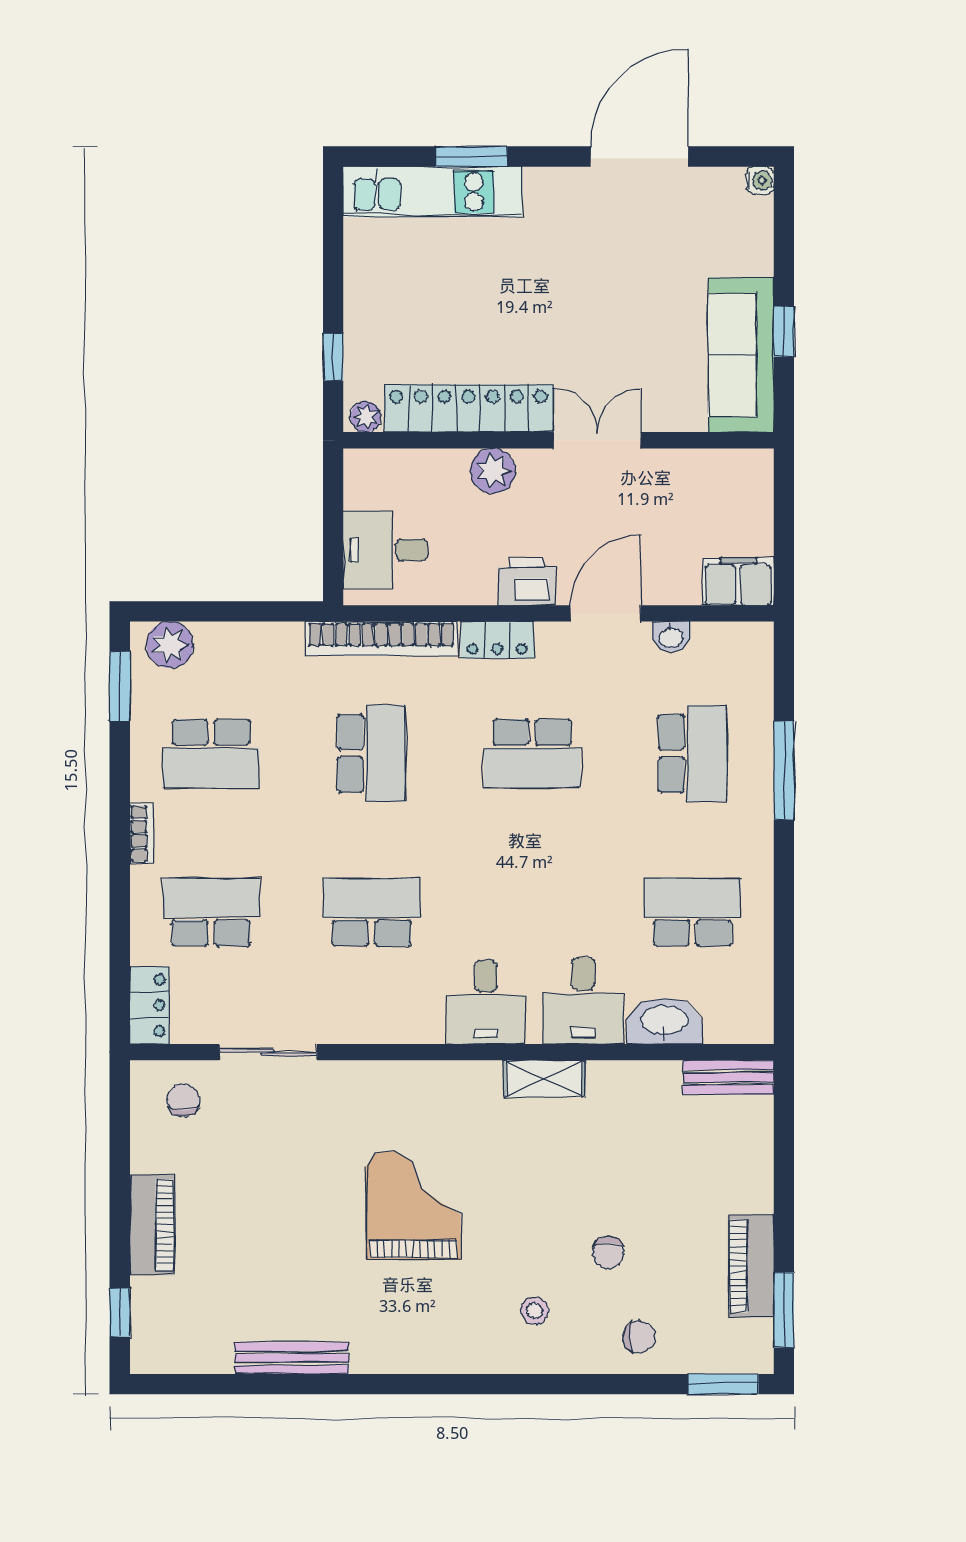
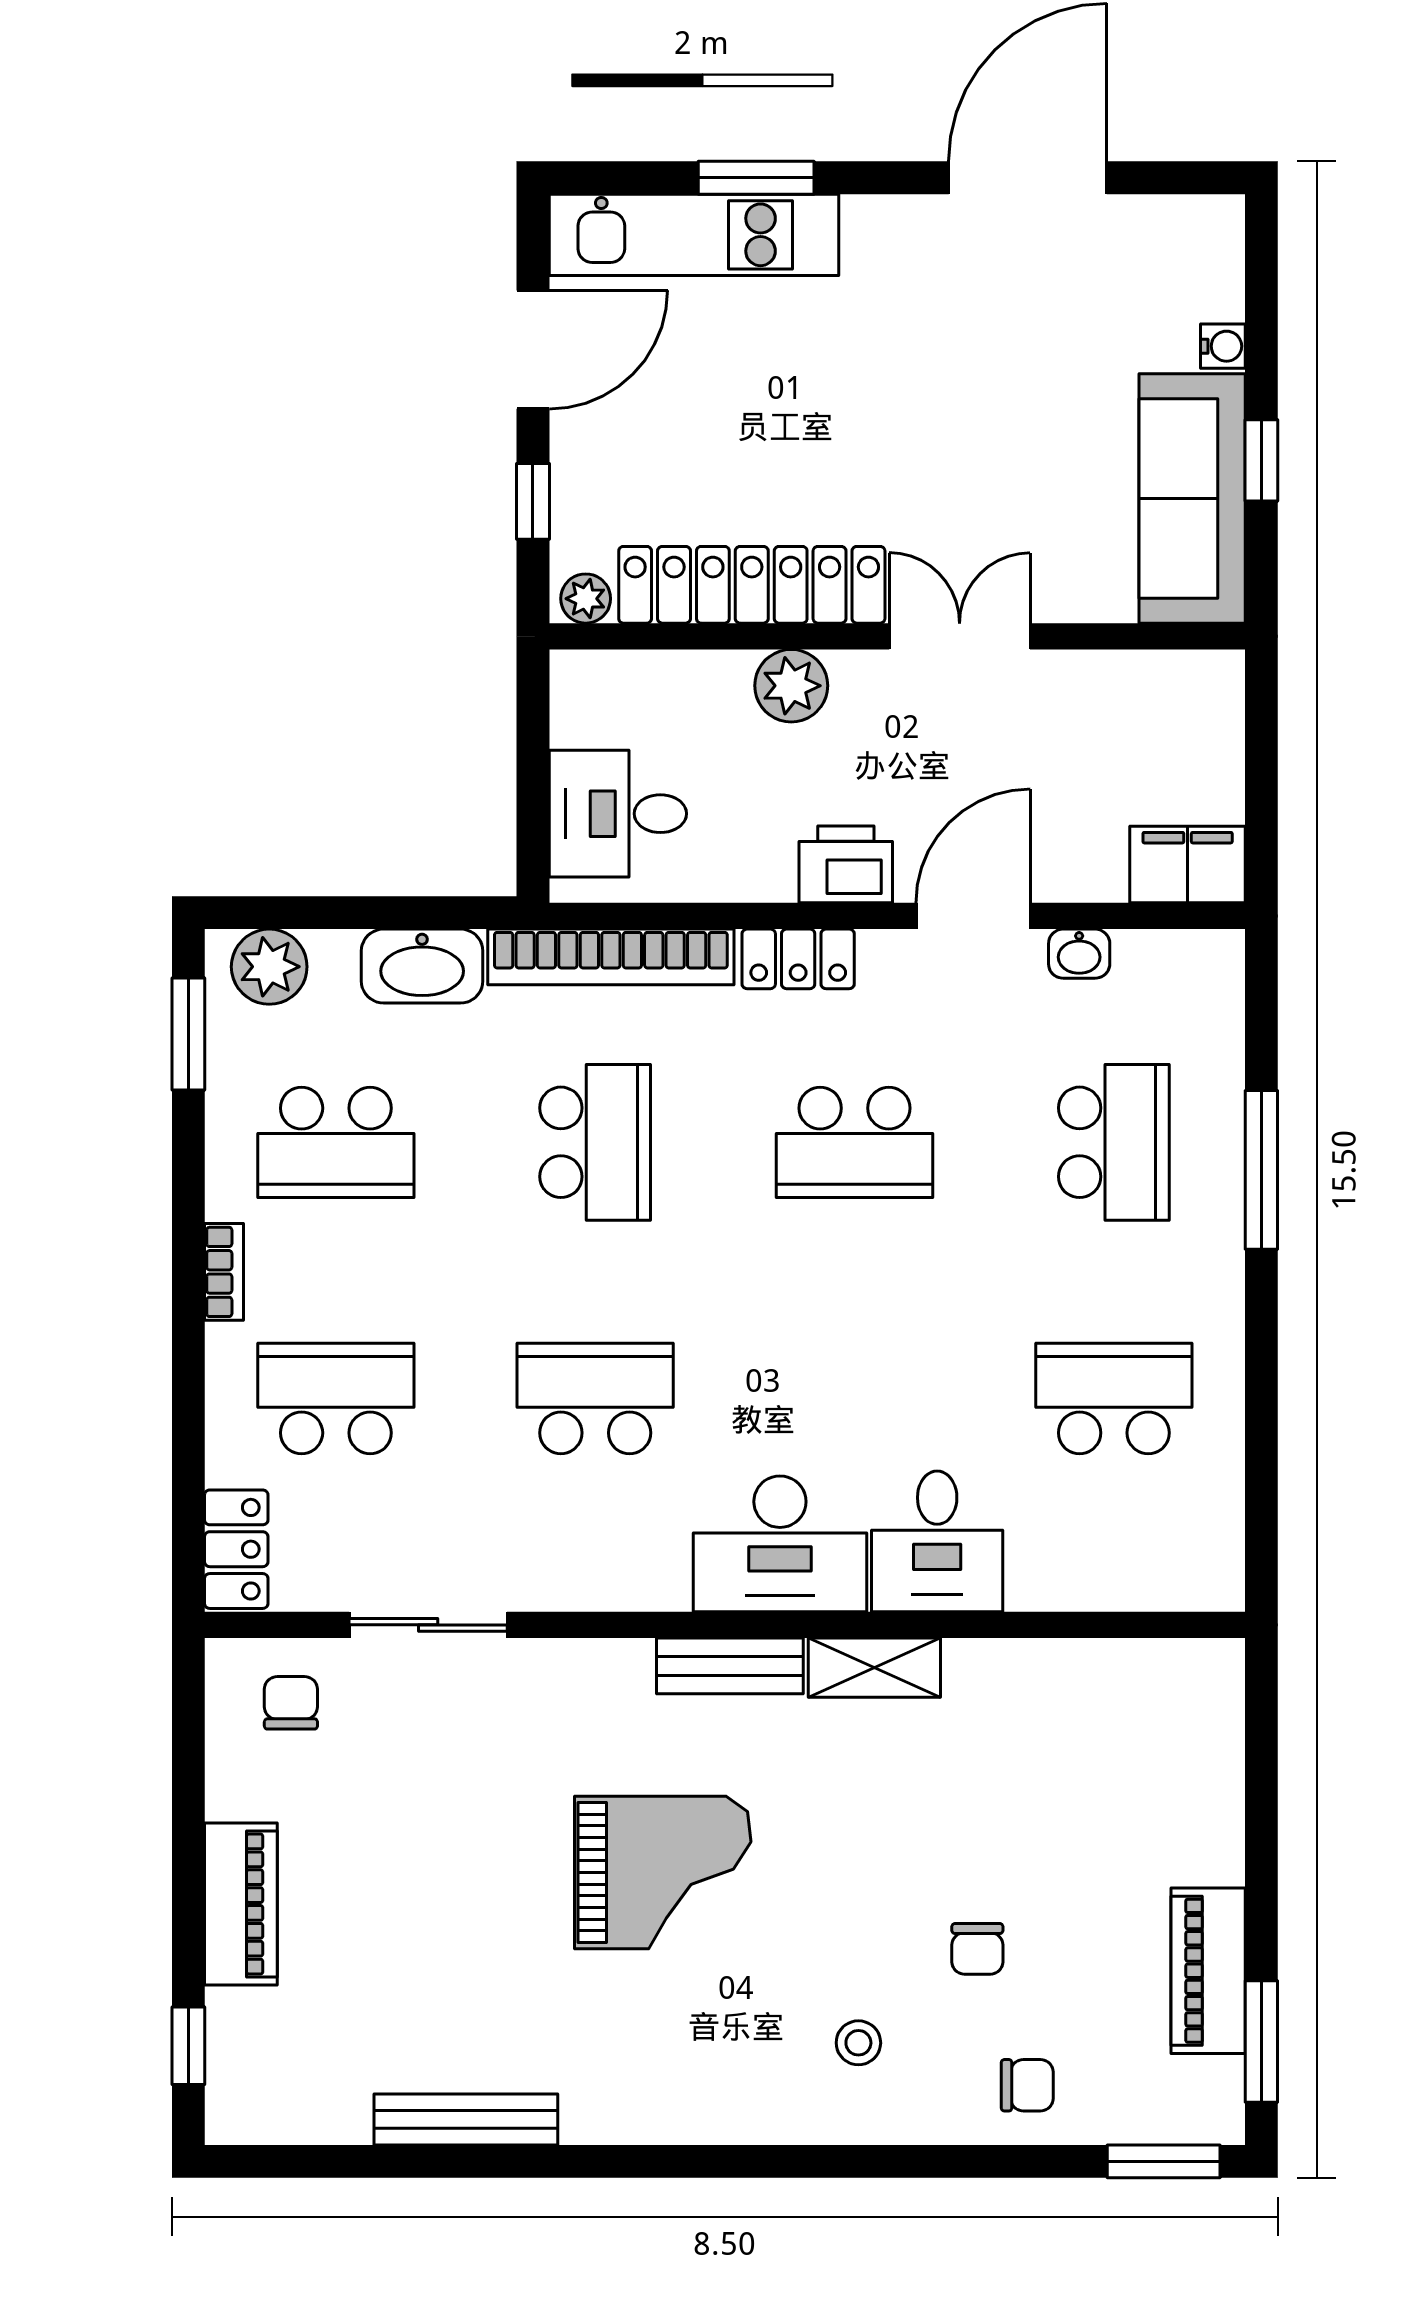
water cooler: (760, 180) -> (1223, 346), moved
door: (333, 263) -> (533, 350), added
desk: (486, 1002) -> (780, 1544), width x1.37
washbasin: (664, 1021) -> (422, 966), moved, turned 180
bench: (729, 1077) -> (730, 1666), moved
grand piano: (413, 1205) -> (663, 1872), turned 90

